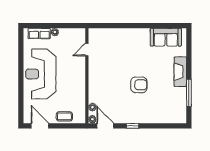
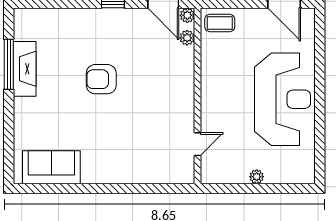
row of seats: (39, 33) -> (286, 174), removed
fireplace: (180, 72) -> (25, 69), moved
coffee table: (64, 116) -> (220, 23), moved

